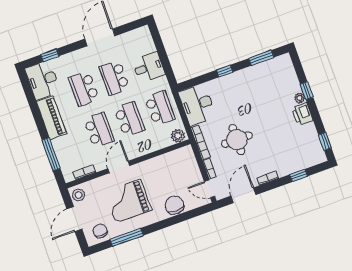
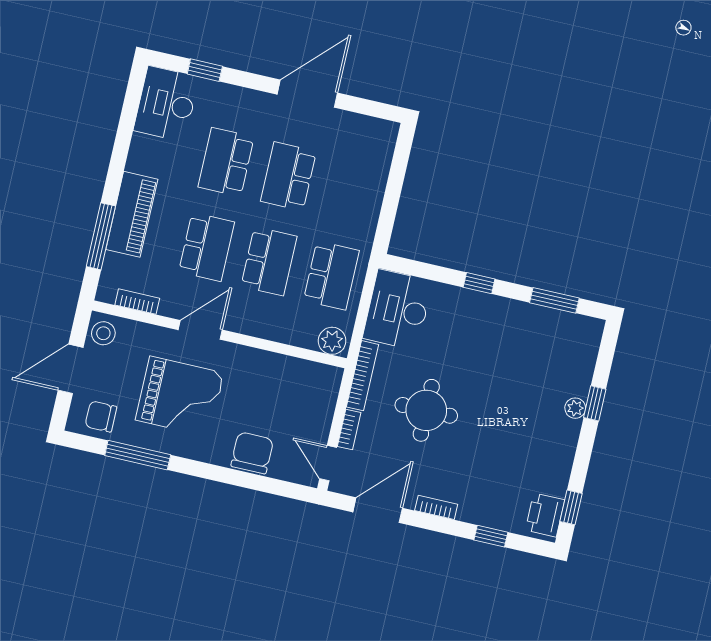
desk: (149, 67) -> (357, 196), removed
printer: (302, 114) -> (545, 515), moved
piano: (51, 118) -> (132, 214), moved
grand piano: (128, 201) -> (180, 396), turned 180
chair: (100, 231) -> (101, 416), turned -90

